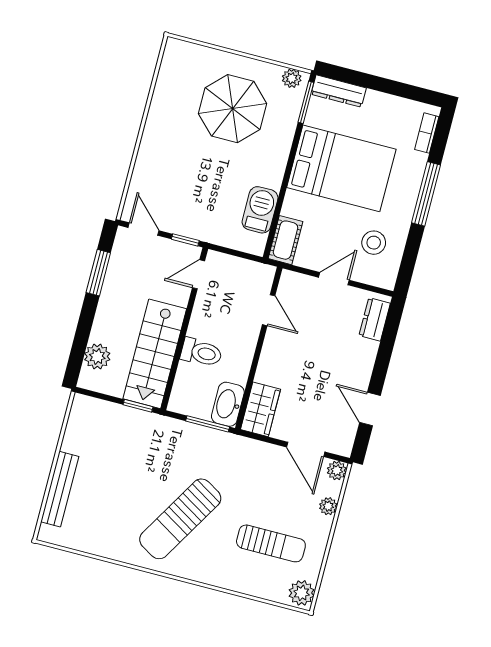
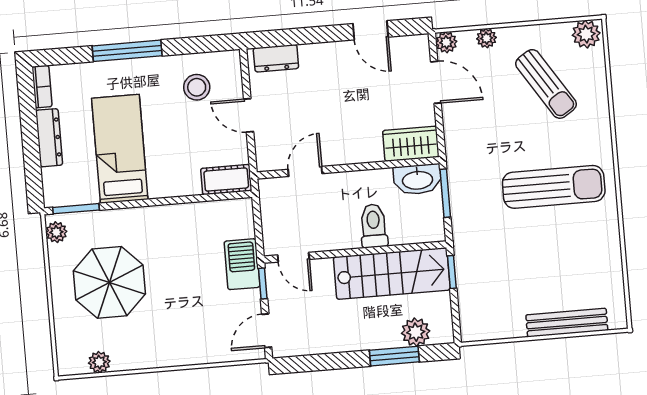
plant: (167, 76) -> (99, 362), added
dresser: (339, 91) -> (49, 138), moved
bookcase: (427, 133) -> (42, 87), moved, turned -90
bed: (341, 168) -> (120, 149), width x0.67
barbecue: (260, 210) -> (242, 264), moved, turned 90
window: (98, 273) -> (394, 356), moved
door: (370, 409) -> (371, 30), hinge flipped
door: (306, 449) -> (436, 82), hinge flipped
sun lounger: (180, 519) -> (554, 187), turned -31
sun lounger: (271, 543) -> (546, 84), turned 147

